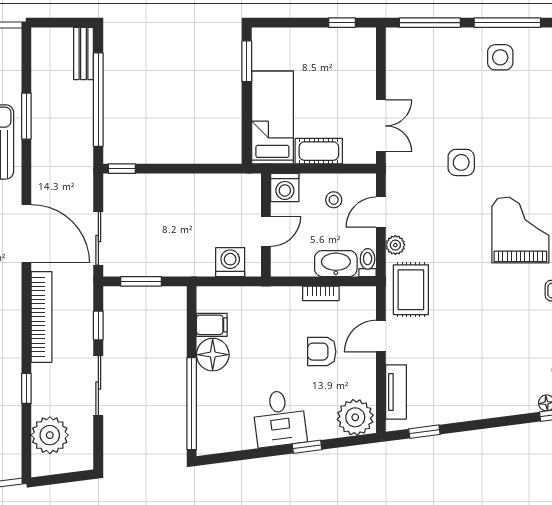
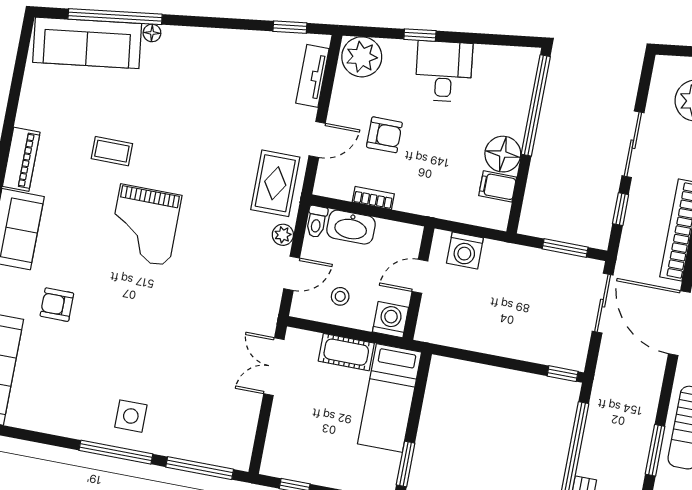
side table: (461, 162) -> (195, 310), removed

